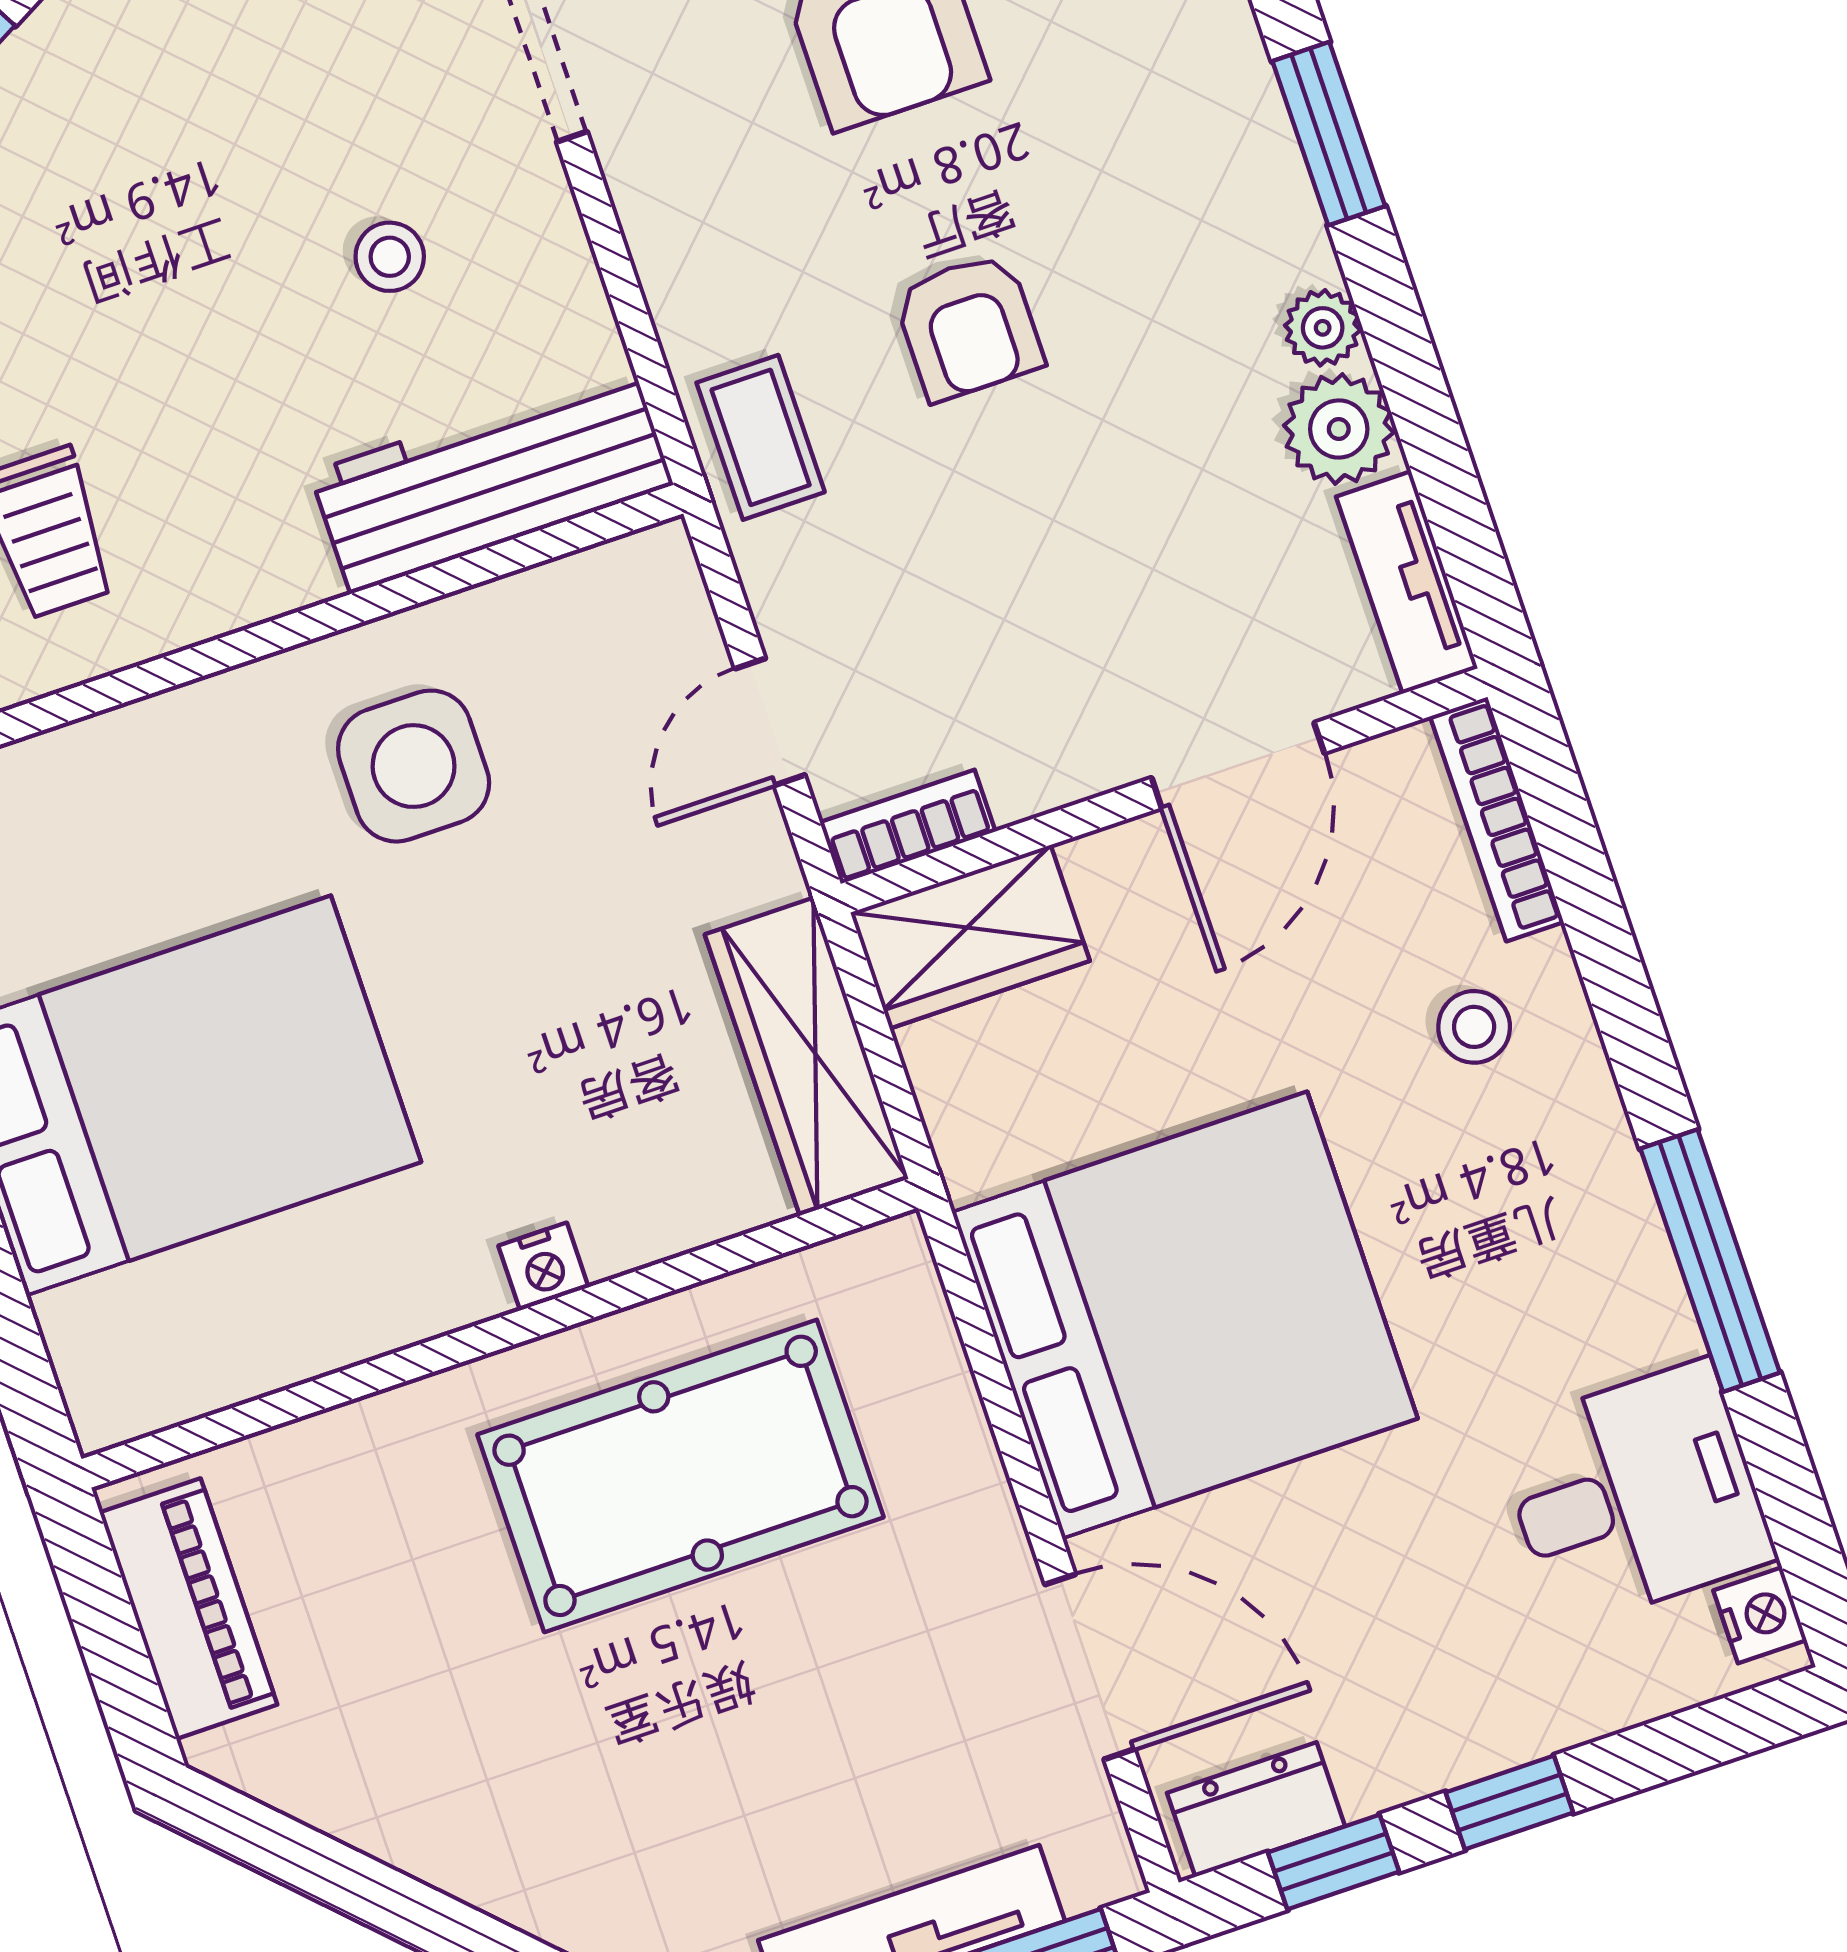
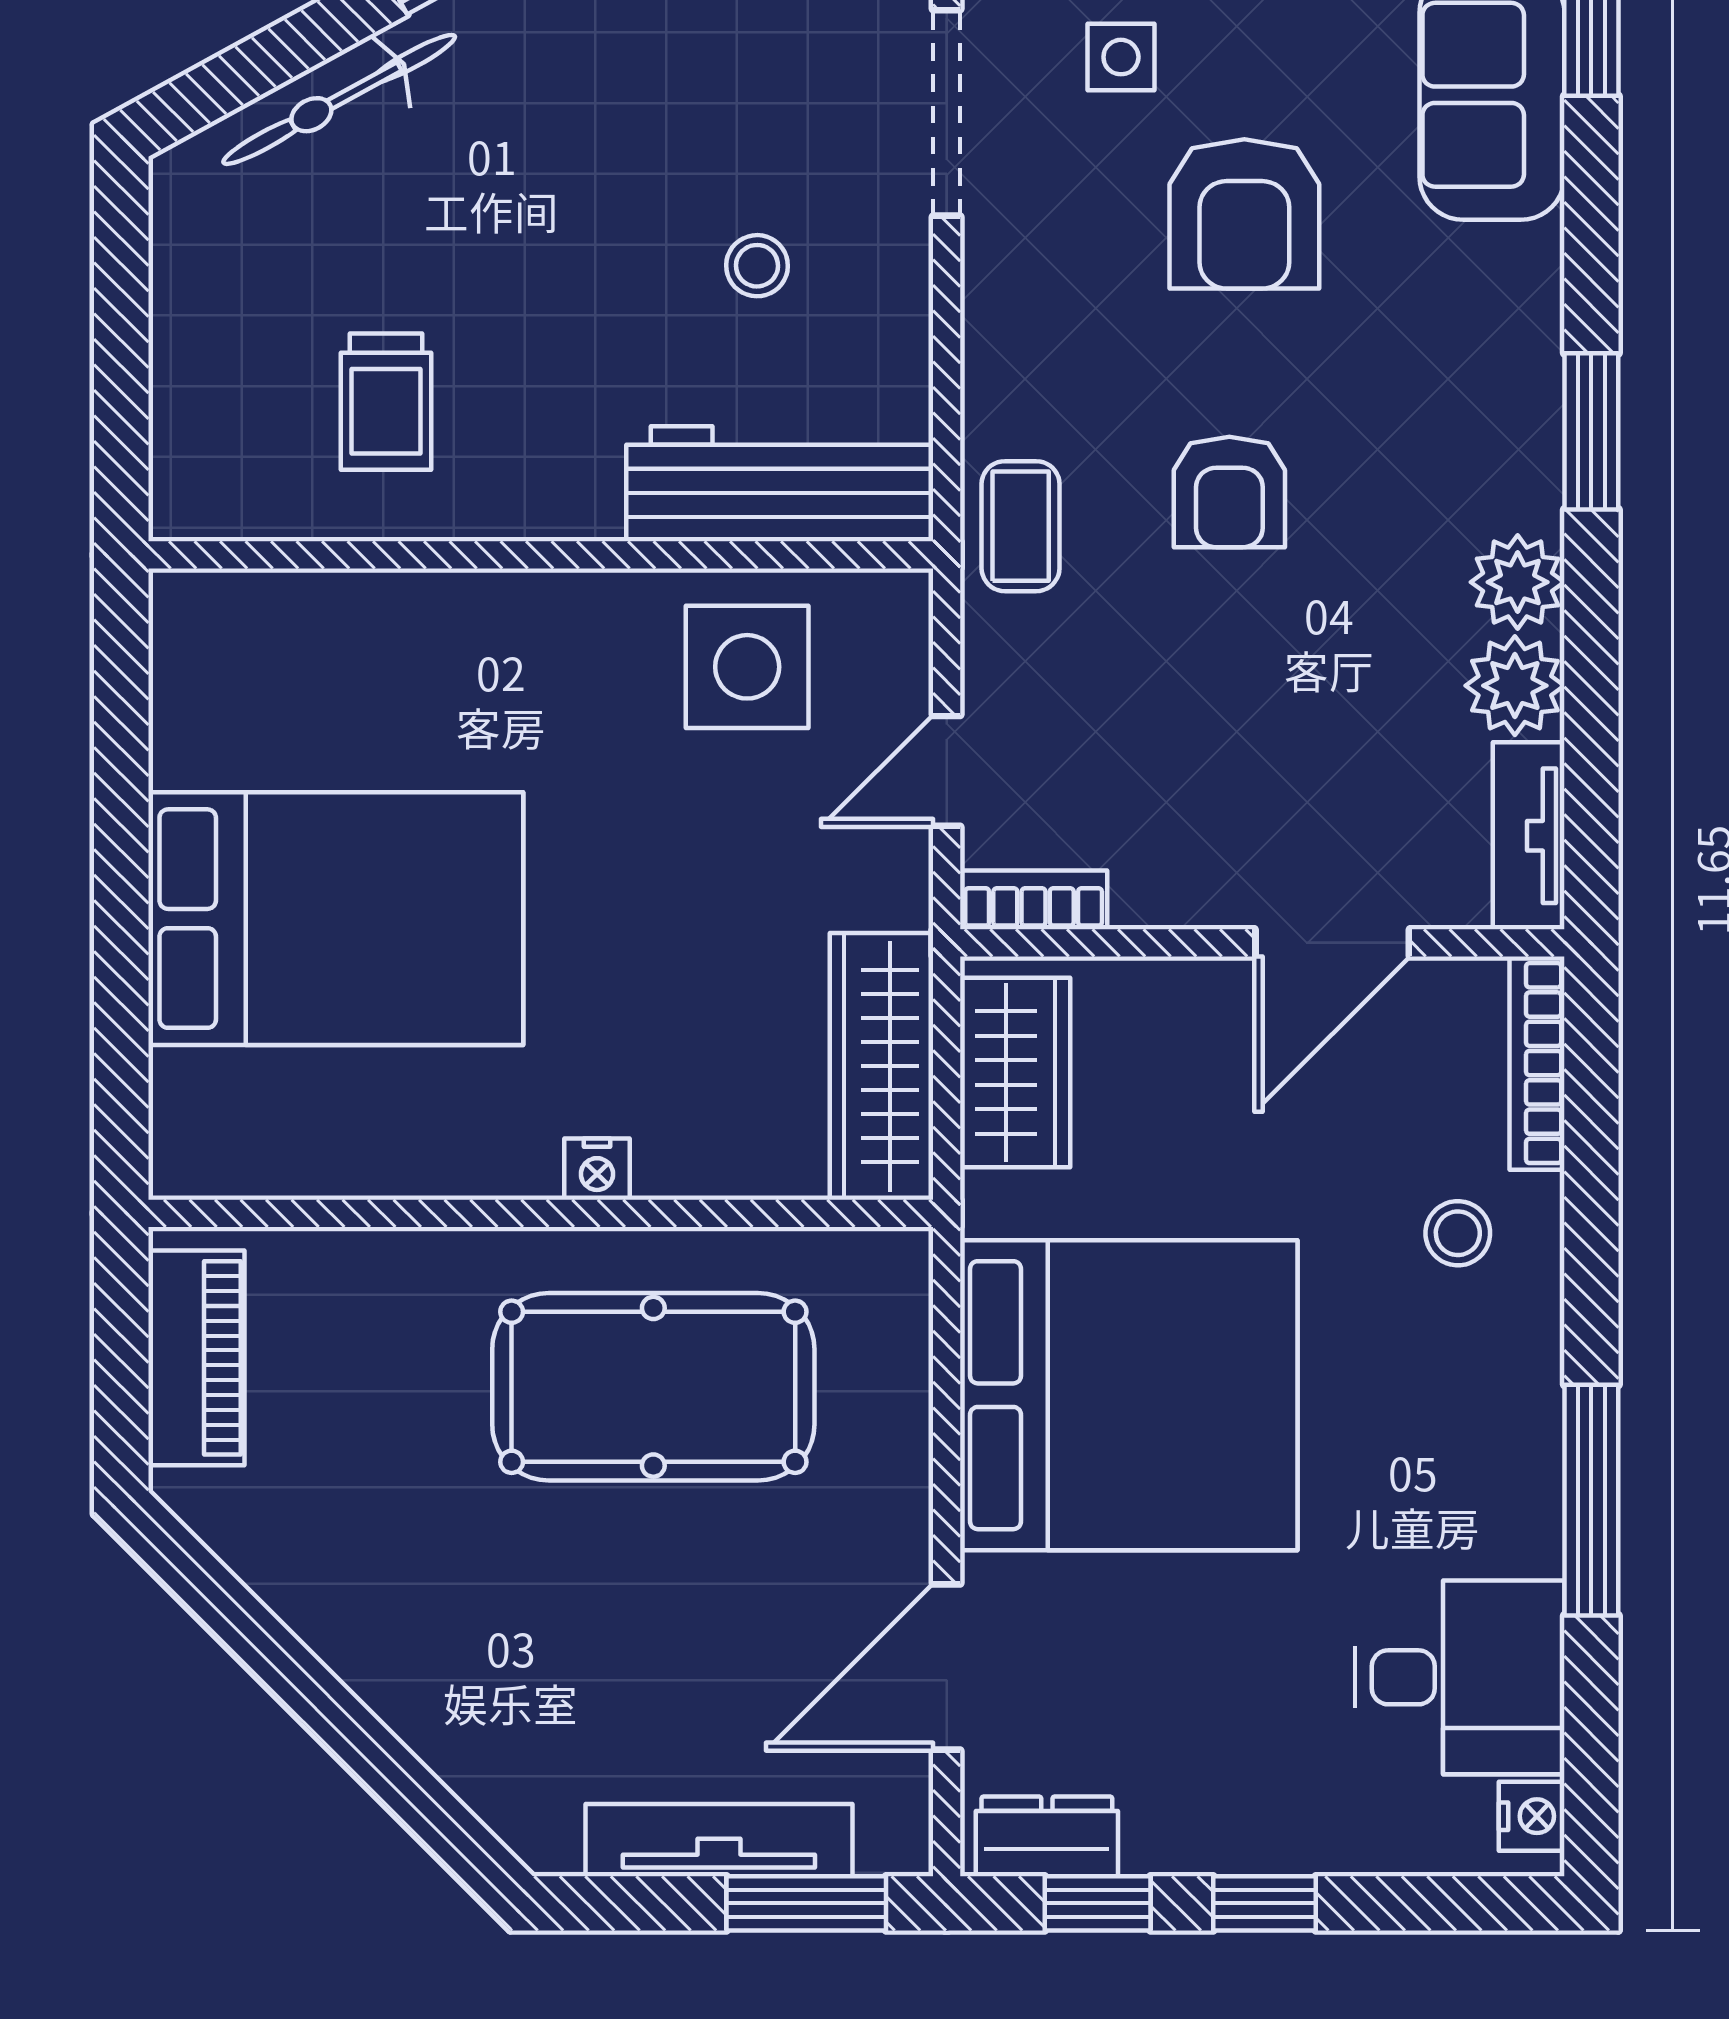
plant: (1323, 328) -> (1518, 582), width x1.38, depth x1.38
side table: (414, 766) -> (747, 667), moved
wardrobe: (970, 937) -> (1015, 1073), moved, turned -90
door: (1090, 1667) -> (947, 1667), swing flipped

